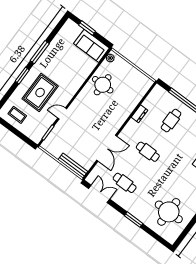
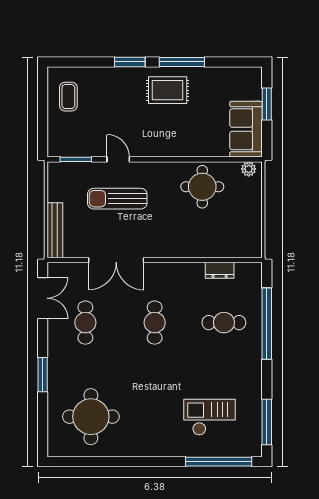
rug: (40, 92) -> (168, 90), moved, width x0.73, depth x0.70
dresser: (139, 114) -> (220, 270), moved
sun lounger: (80, 127) -> (117, 199), added

